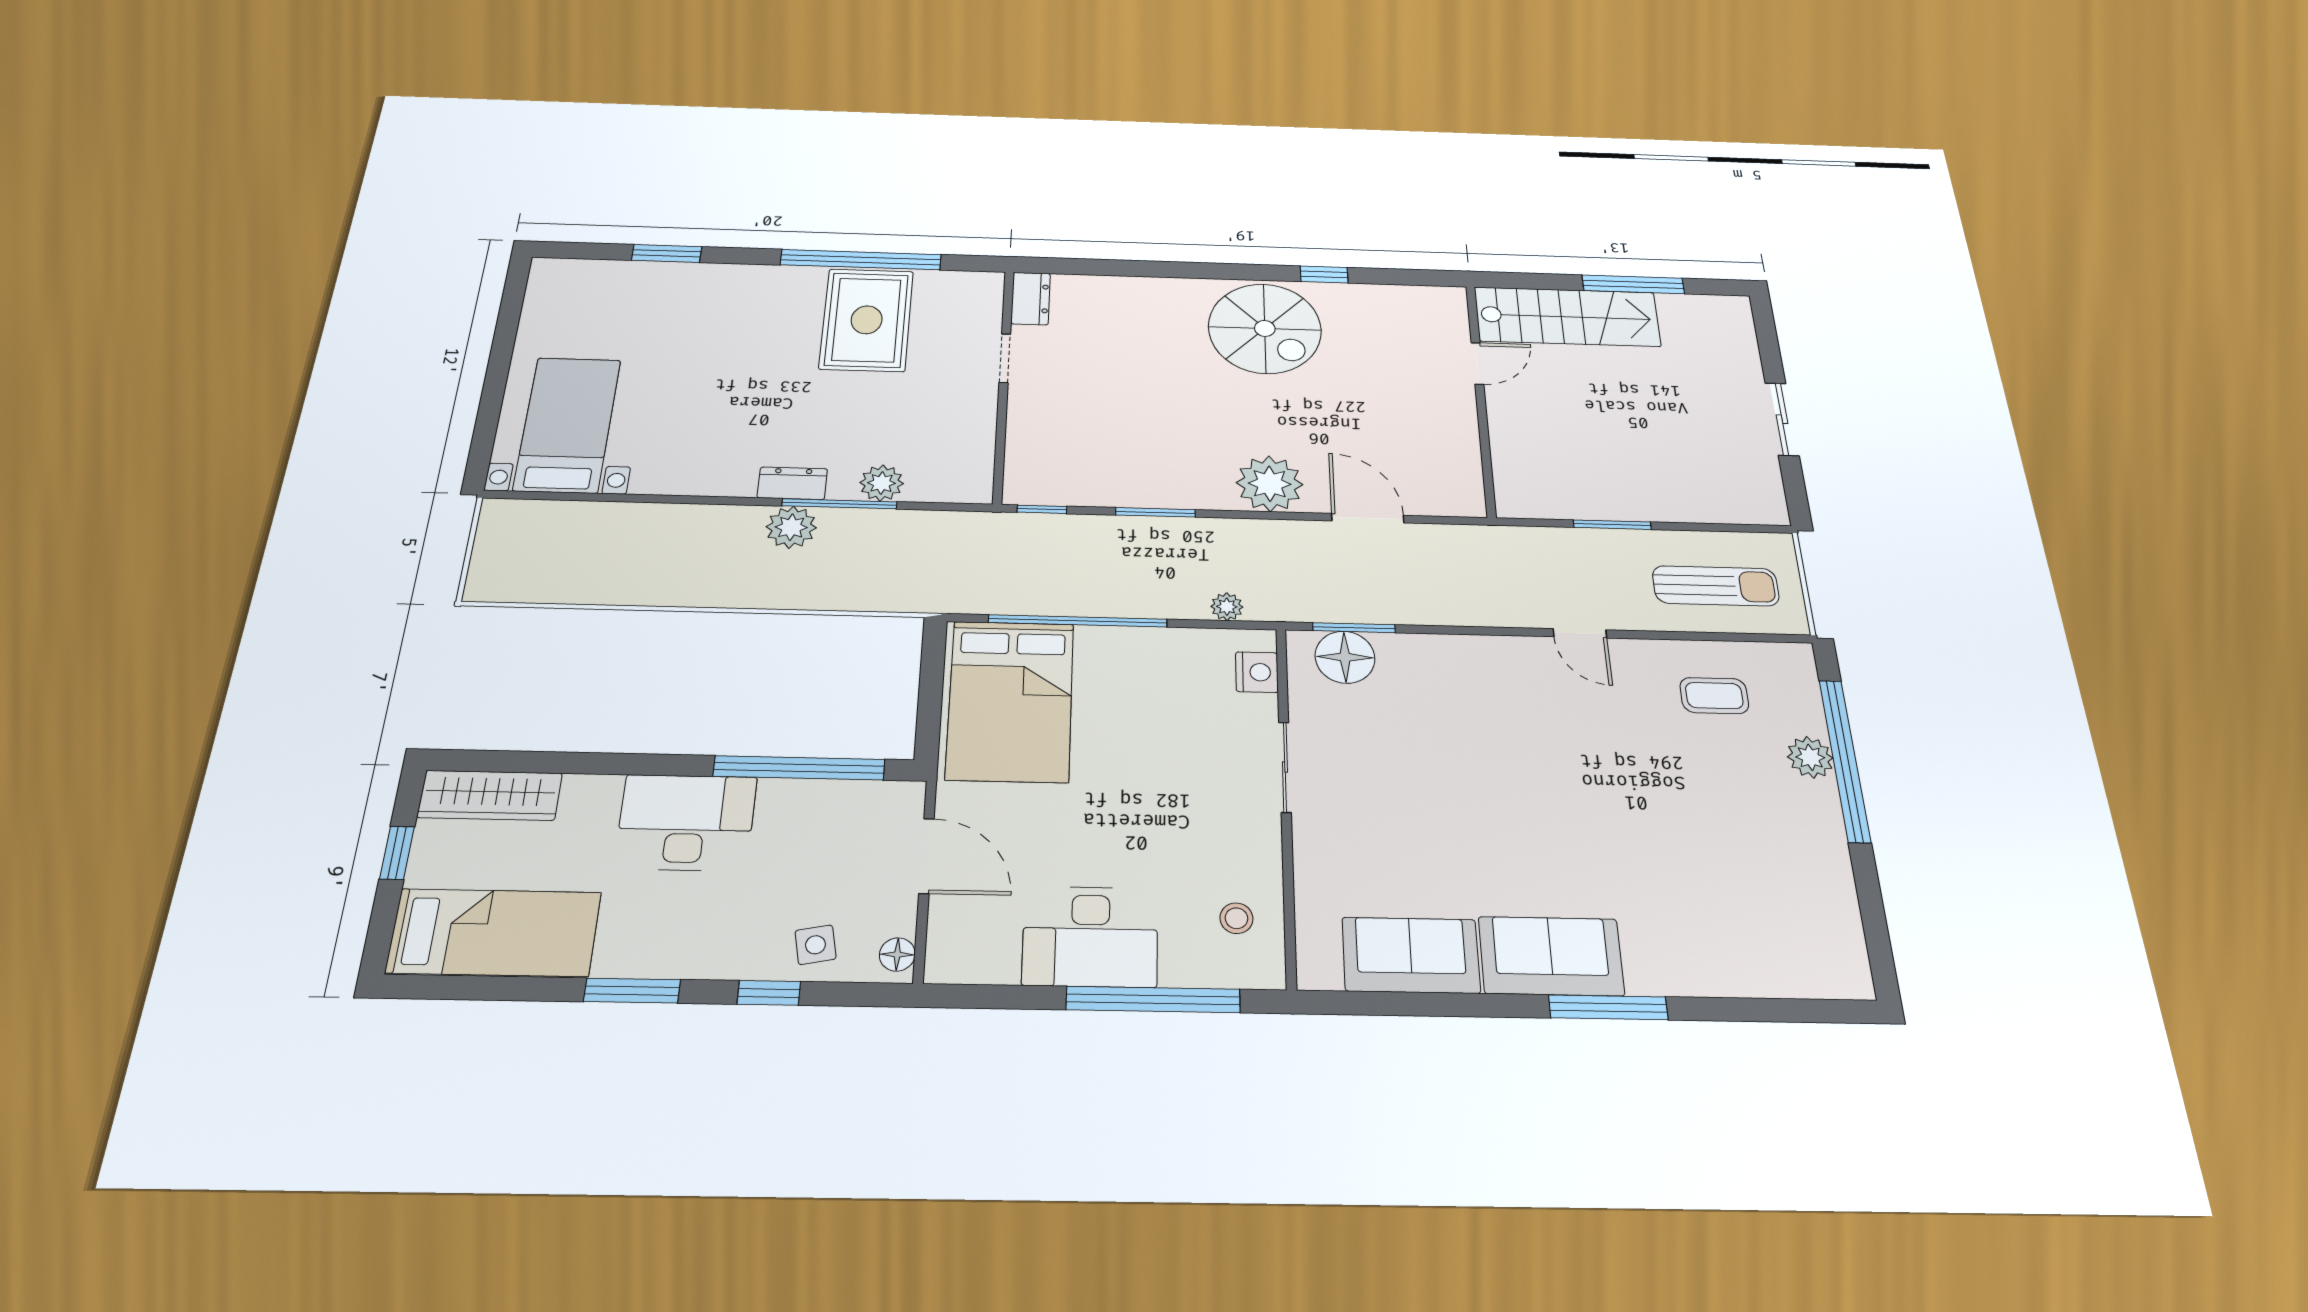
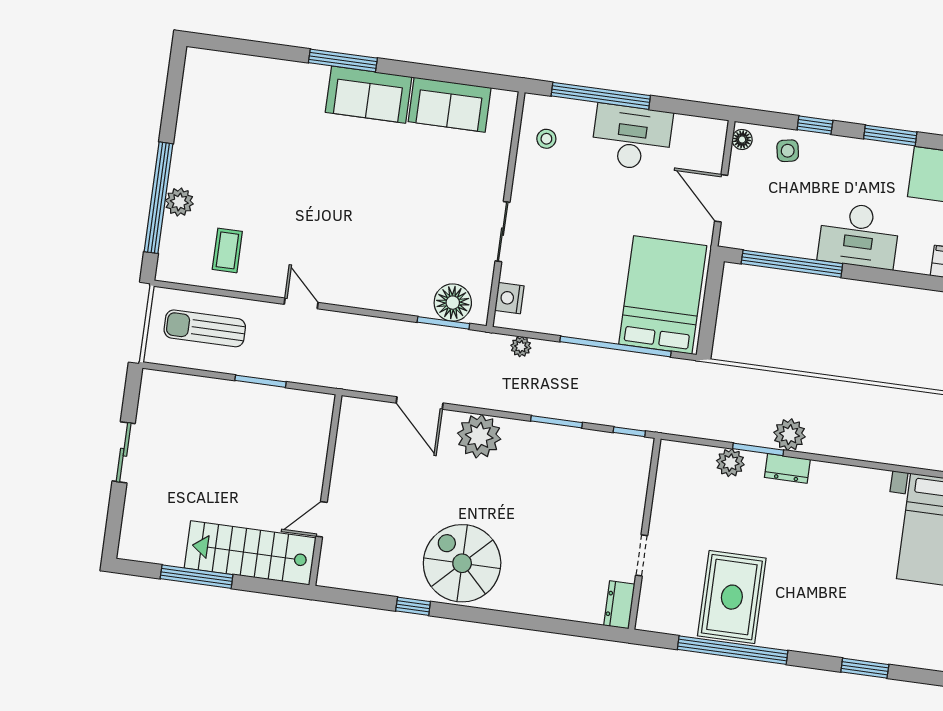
window: (839, 504) -> (758, 449), width x0.69
coffee table: (1714, 696) -> (227, 250), turned 90

